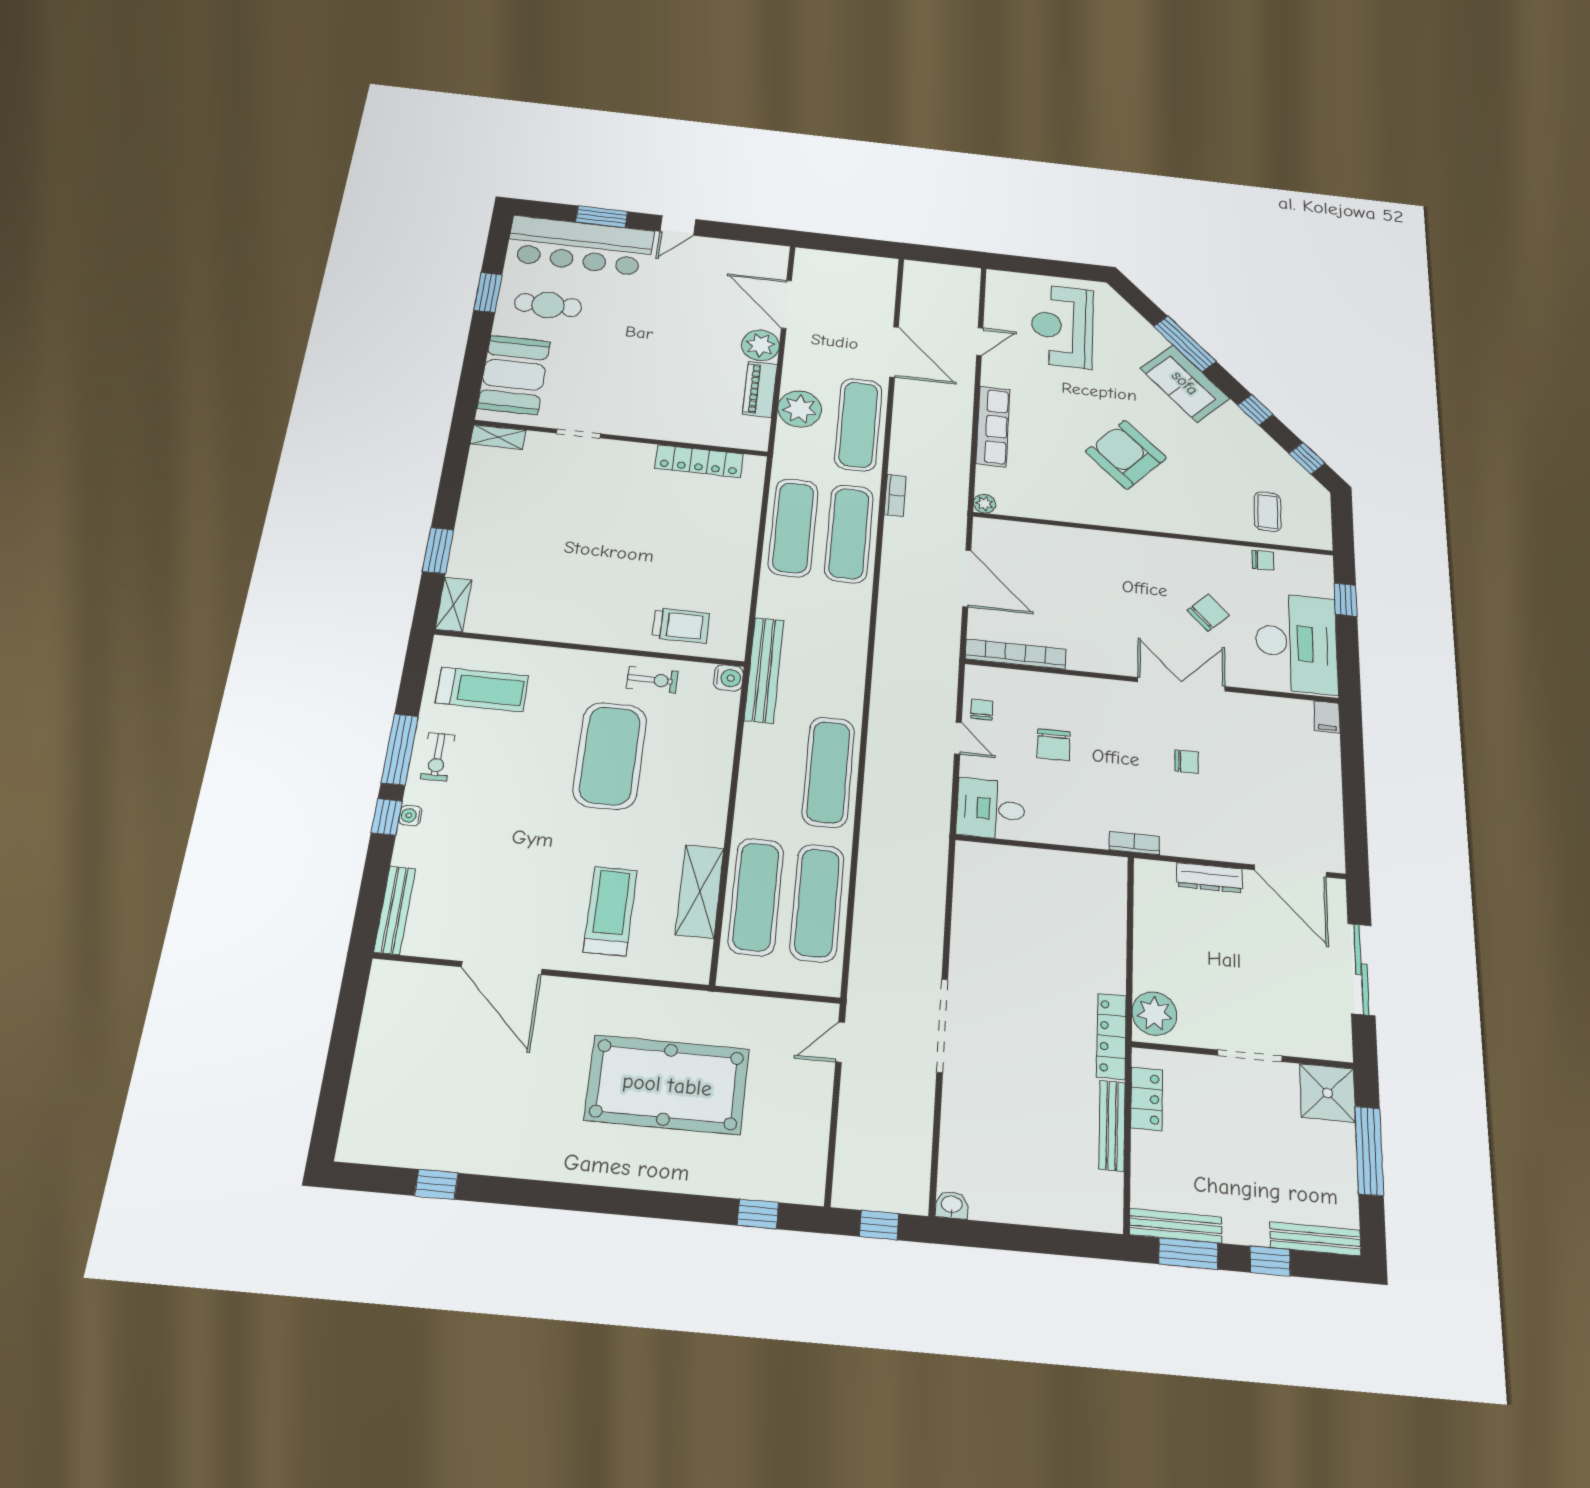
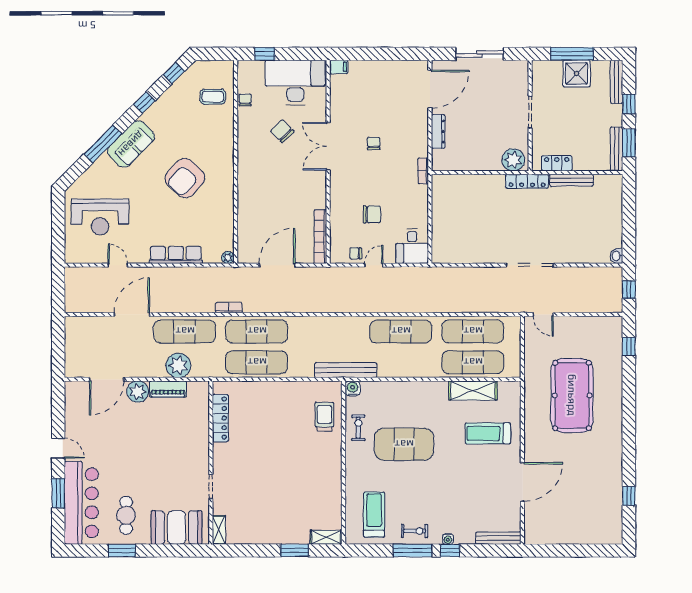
shower: (1328, 1093) -> (577, 74), moved

